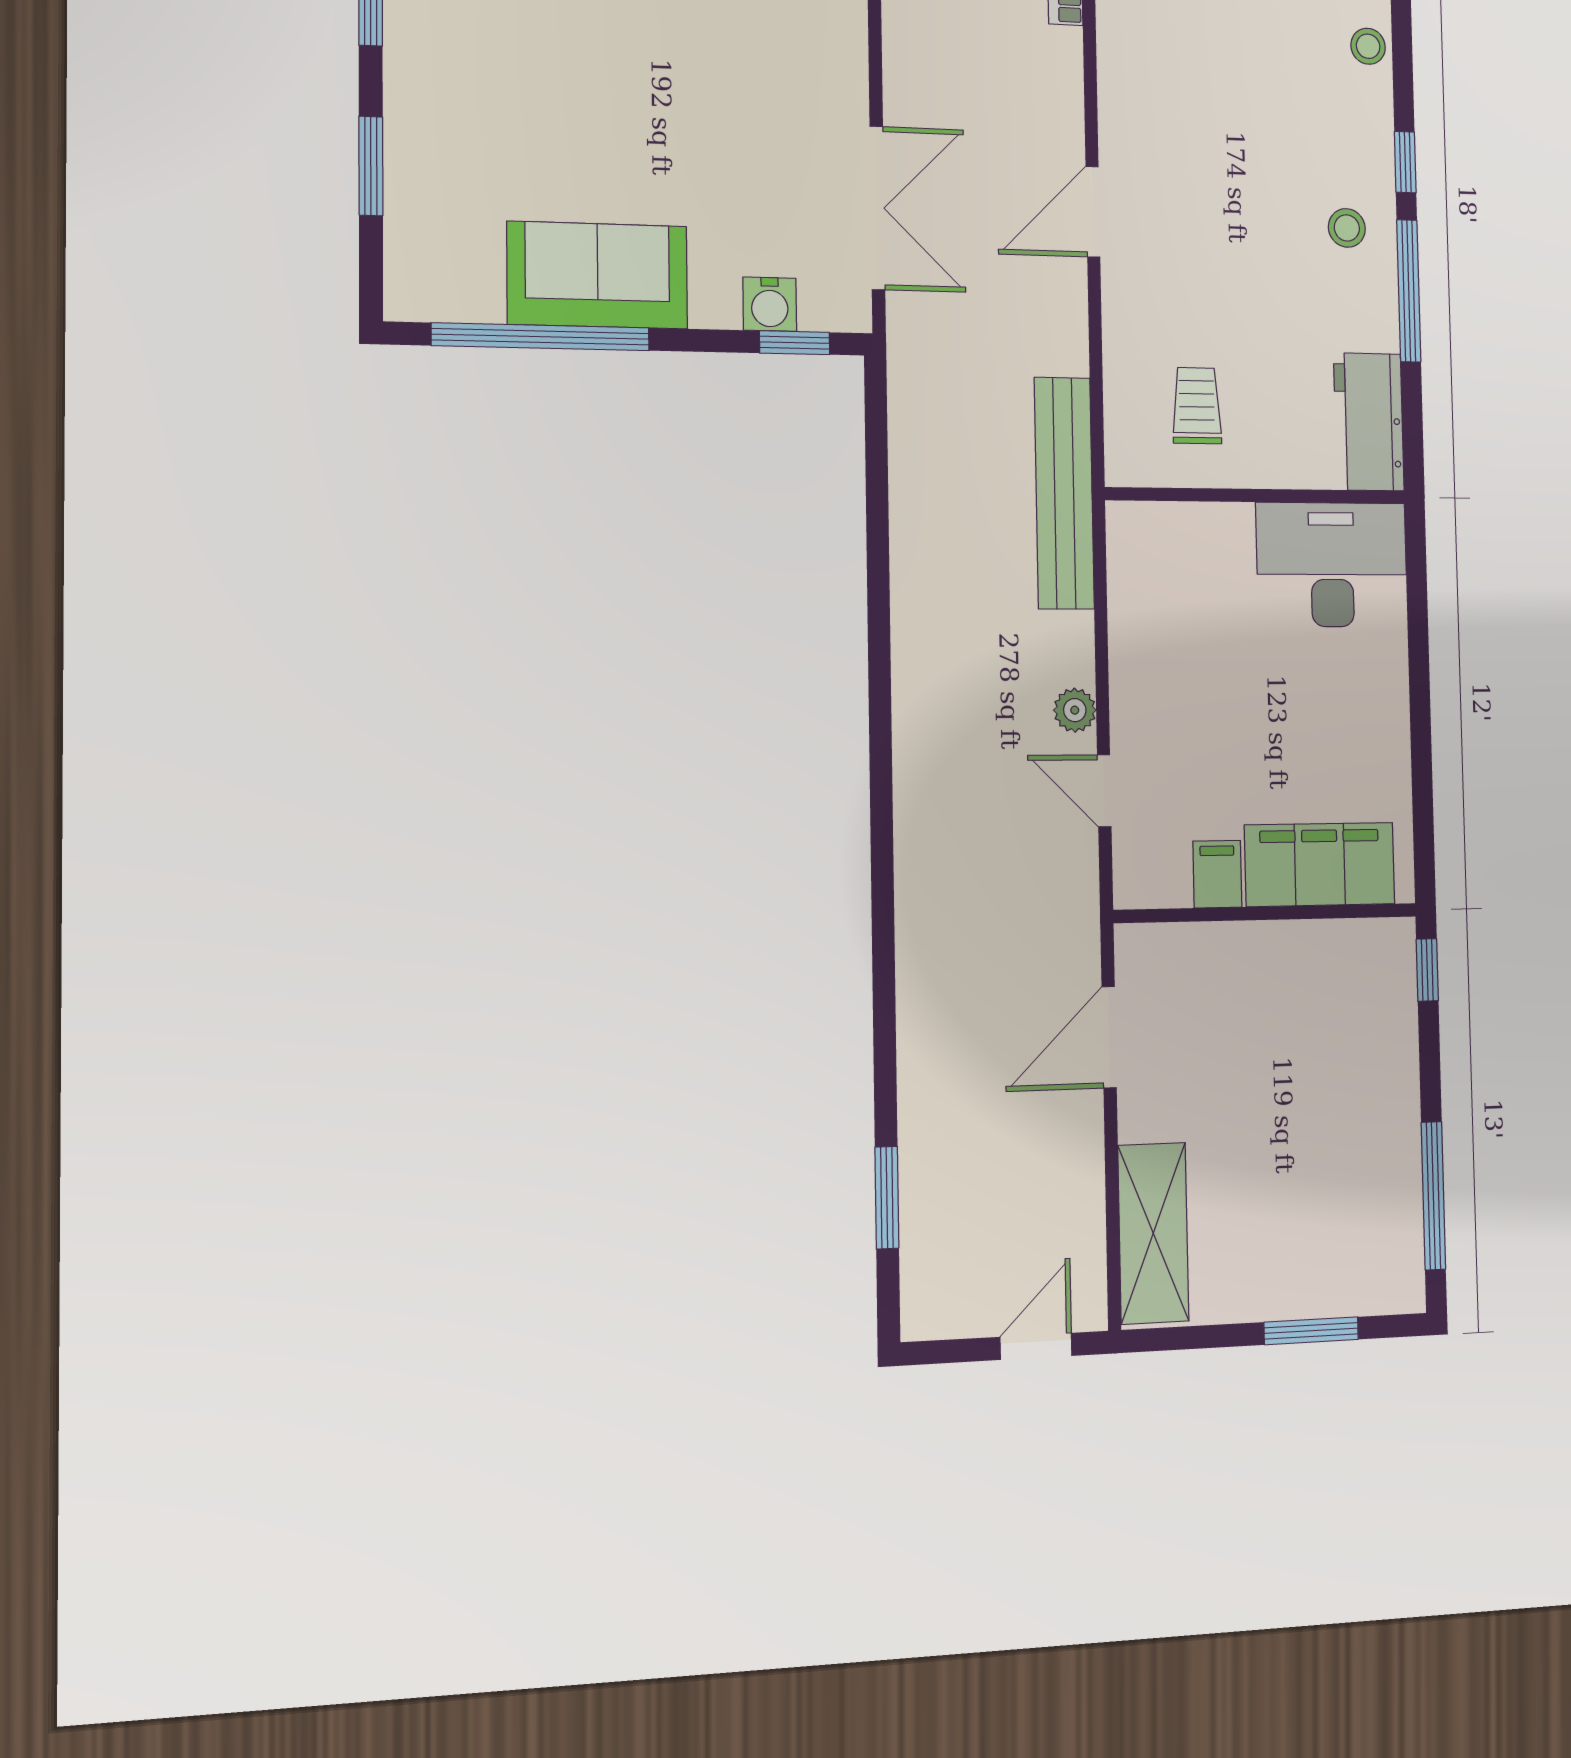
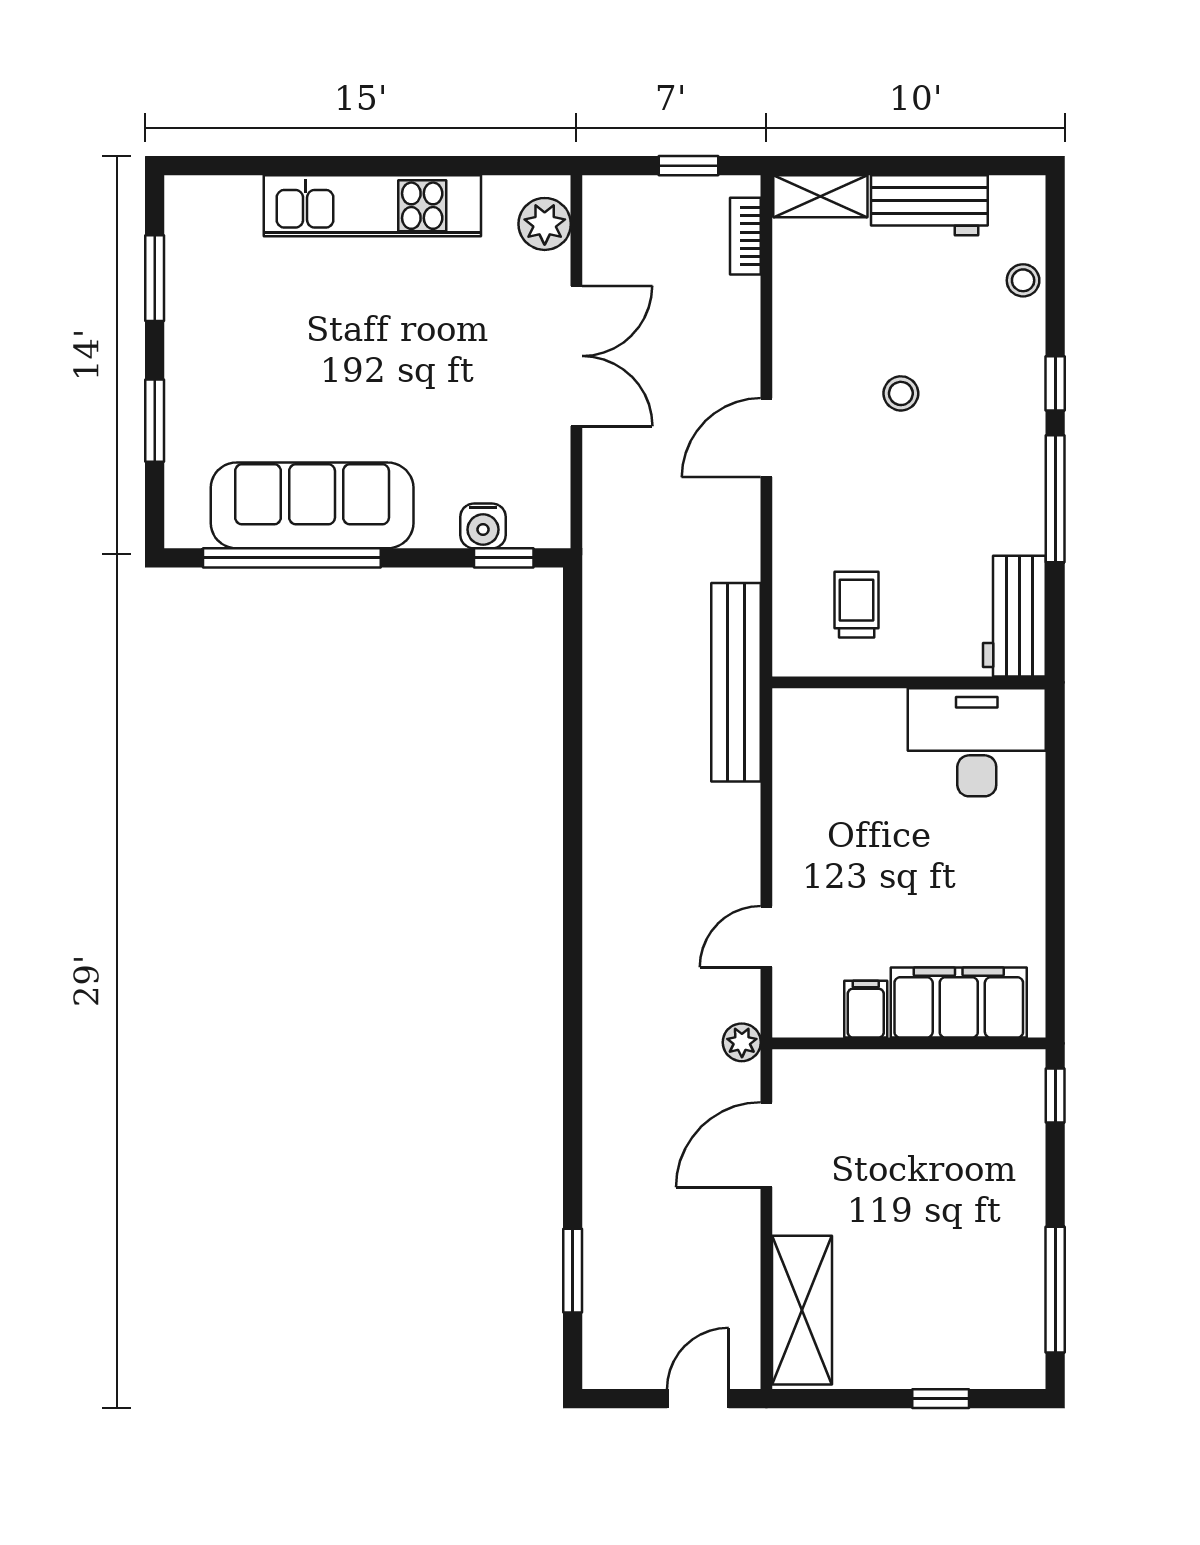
double door: (877, 208) -> (576, 356), moved
stool: (1347, 228) -> (901, 393), moved
sofa: (598, 275) -> (312, 505), width x1.36
plant: (1075, 710) -> (742, 1042), moved
door: (1104, 791) -> (766, 937), hinge flipped
window: (1311, 1331) -> (941, 1399), width x0.67

